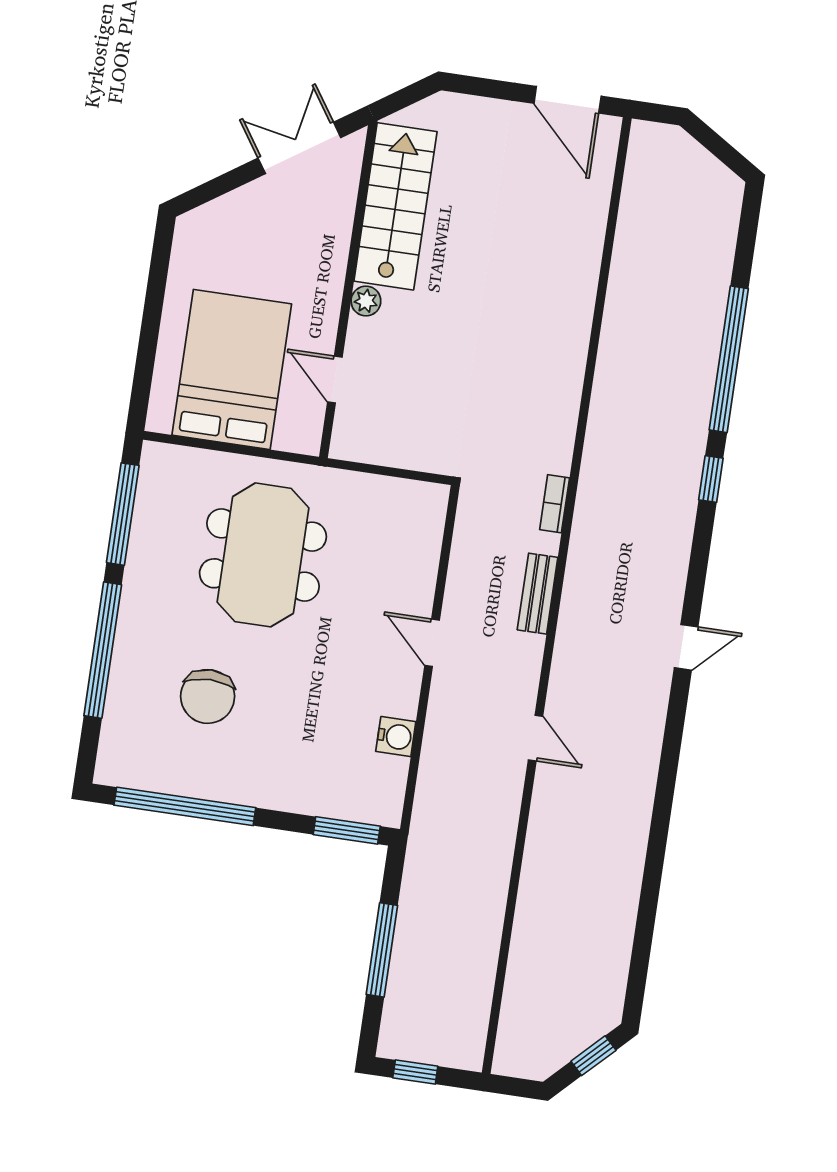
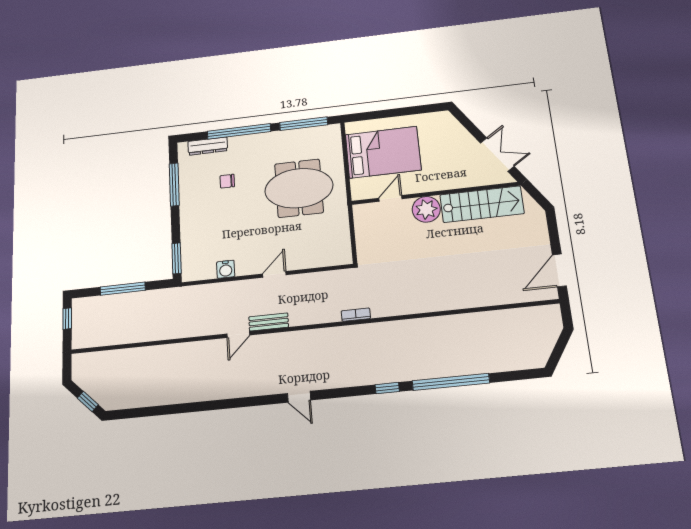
plant: (366, 301) -> (426, 209), width x1.88, depth x1.88
bench: (538, 594) -> (269, 322), moved
chair: (208, 696) -> (227, 181), width x0.54, depth x0.54
dresser: (118, 721) -> (208, 146), added
window: (185, 806) -> (174, 184), width x0.68

